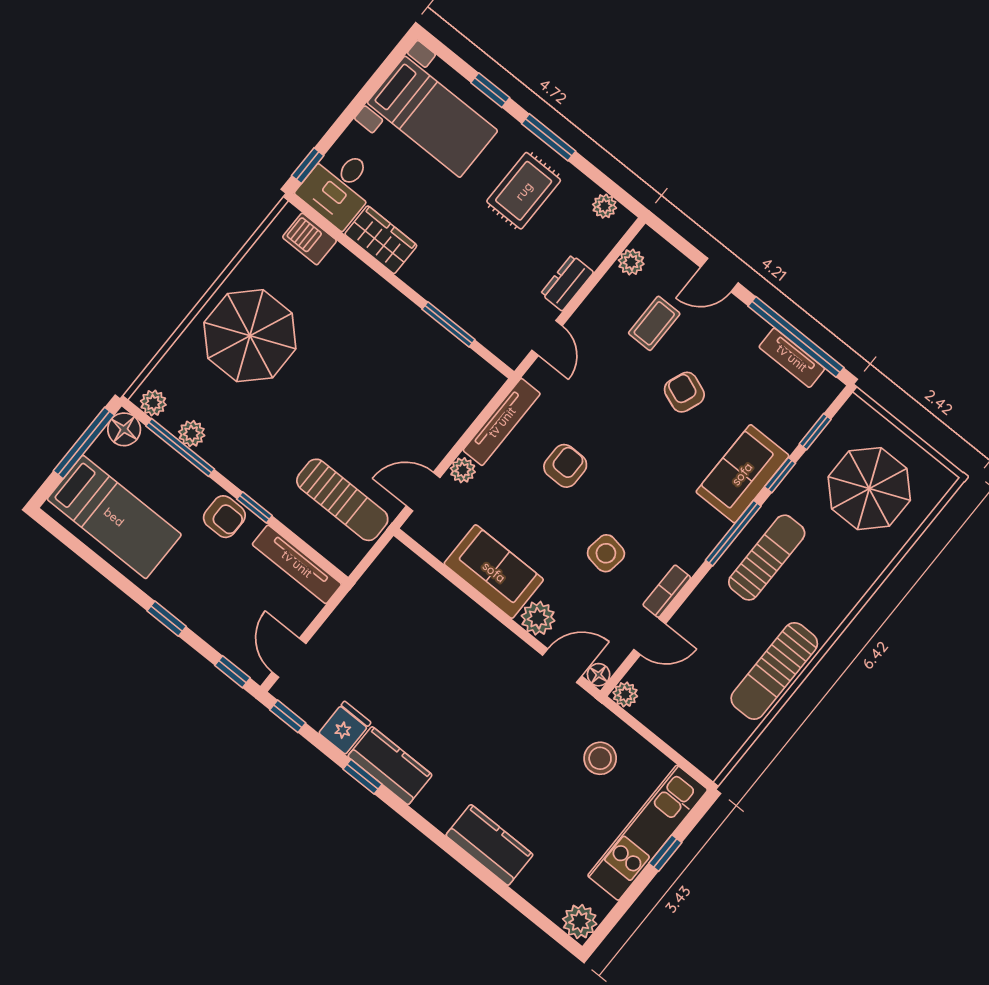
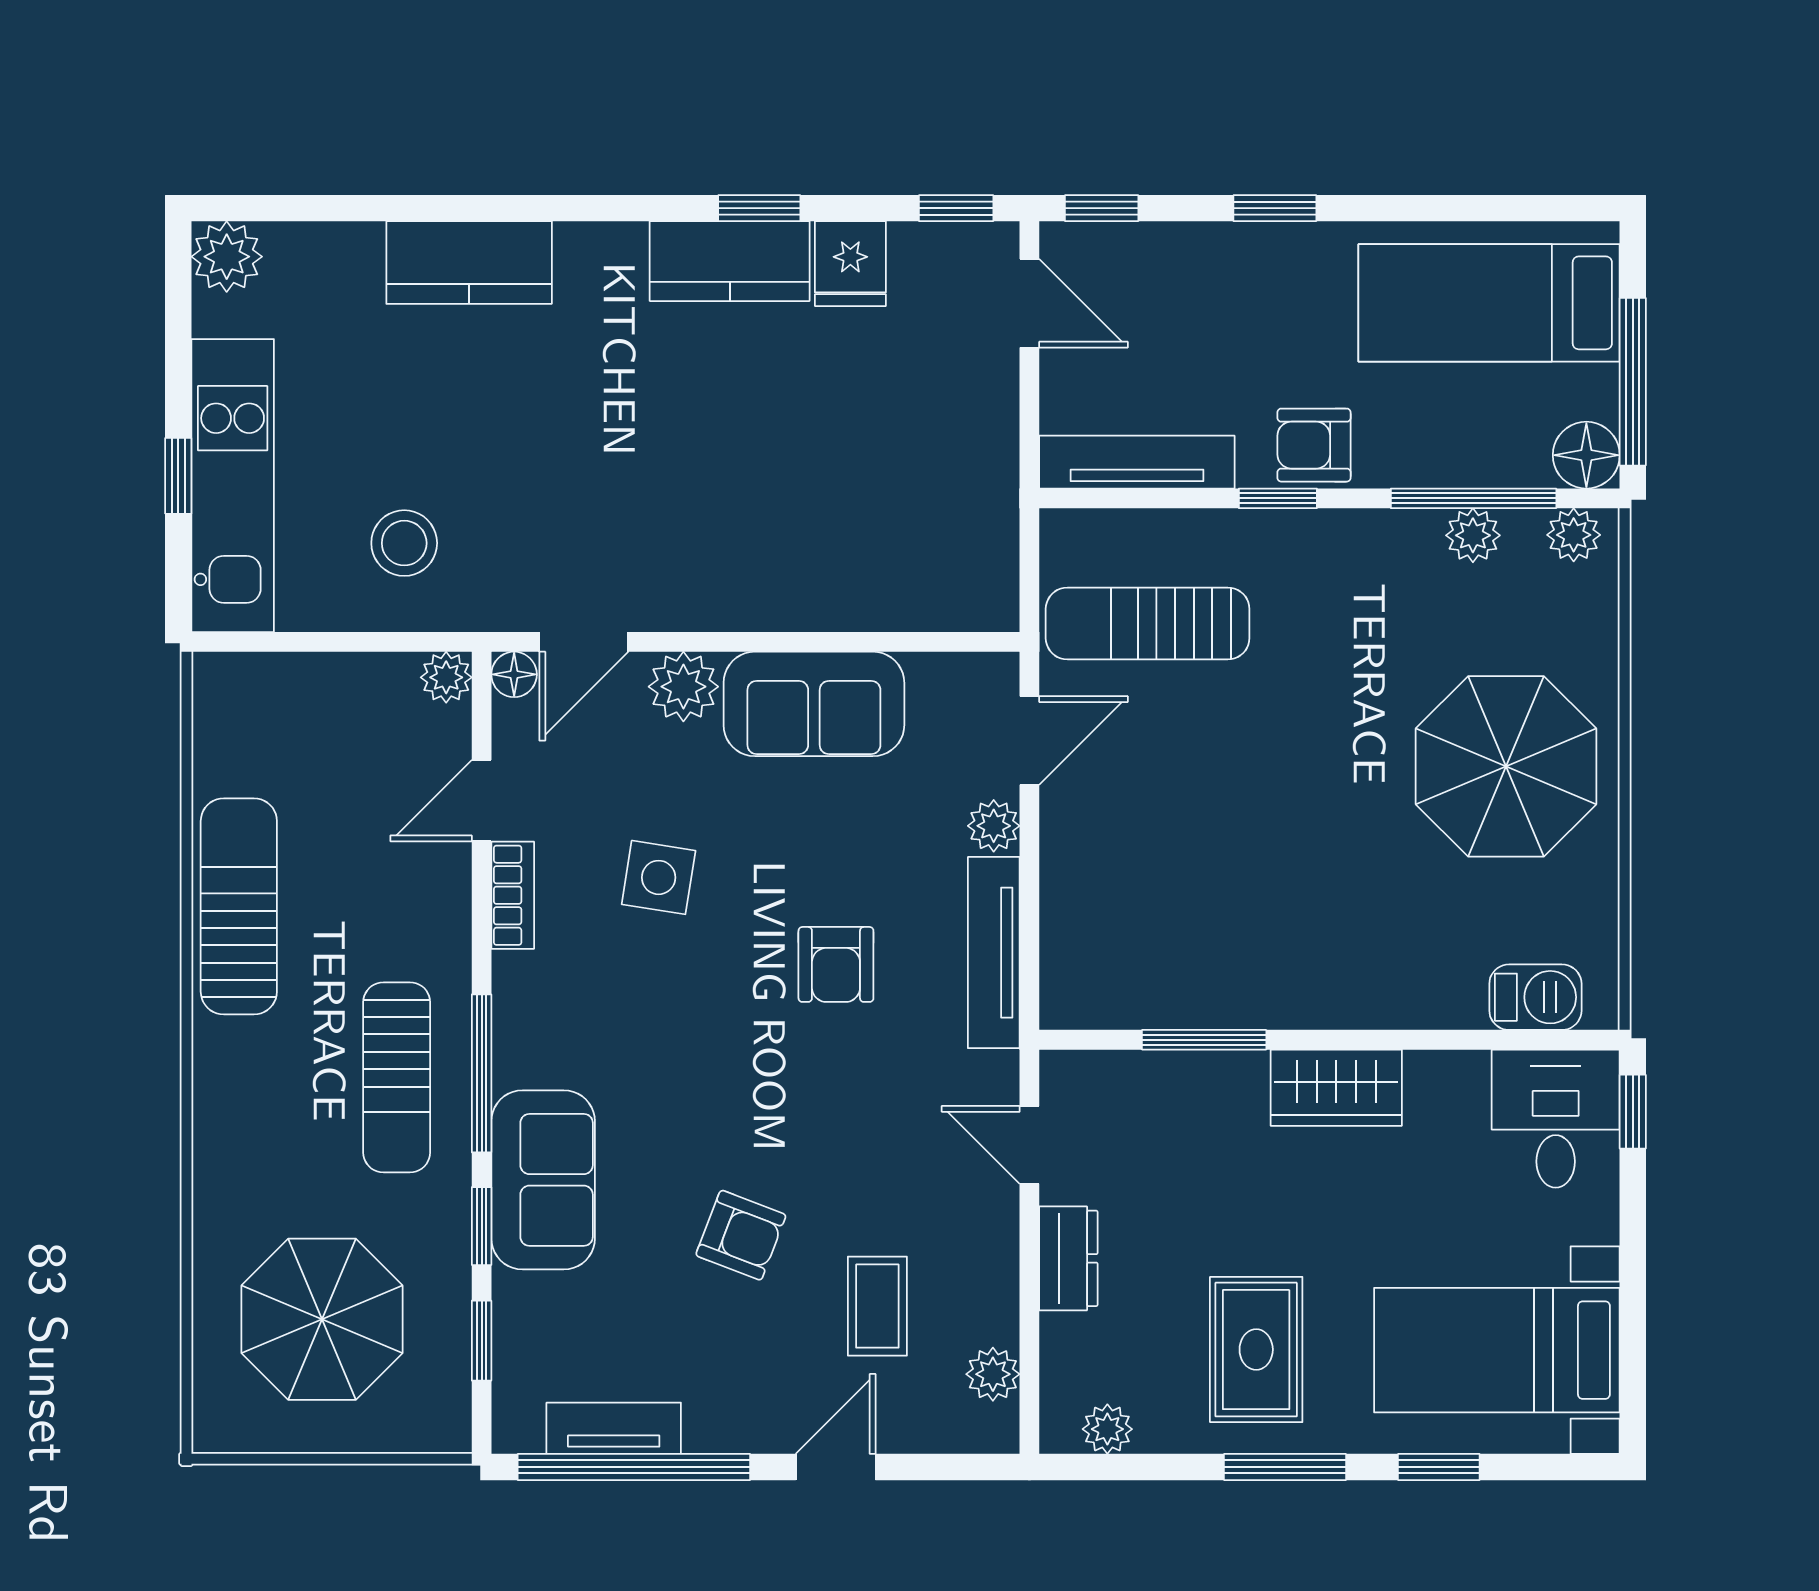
wardrobe: (381, 240) -> (1336, 1088), moved

